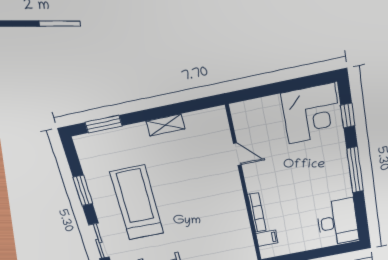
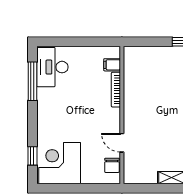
chair: (244, 125) -> (112, 165), added
window: (355, 170) -> (32, 81), moved

